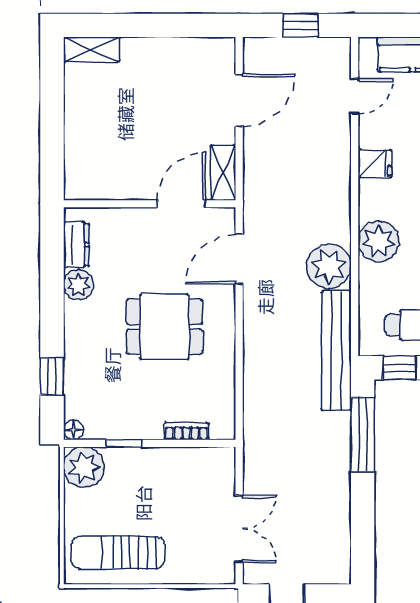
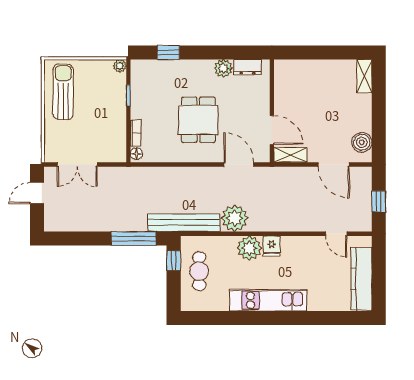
boiler: (202, 54) -> (362, 142), added
fridge: (375, 163) -> (271, 246), moved
floor lamp: (74, 430) -> (136, 154), moved
plant: (84, 467) -> (120, 66), width x0.53, depth x0.53

